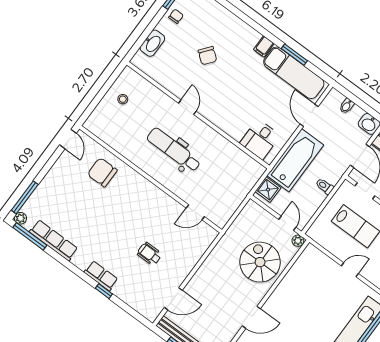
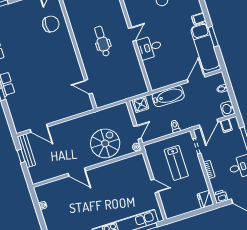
door: (187, 107) -> (132, 34), moved
desk: (260, 139) -> (149, 47), moved
dental chair: (174, 150) -> (102, 41), width x0.73, depth x0.72
bathtub: (295, 160) -> (168, 96), width x0.73, depth x0.73
chair: (102, 172) -> (51, 24), turned 90
wheelchair: (149, 254) -> (44, 92), removed

